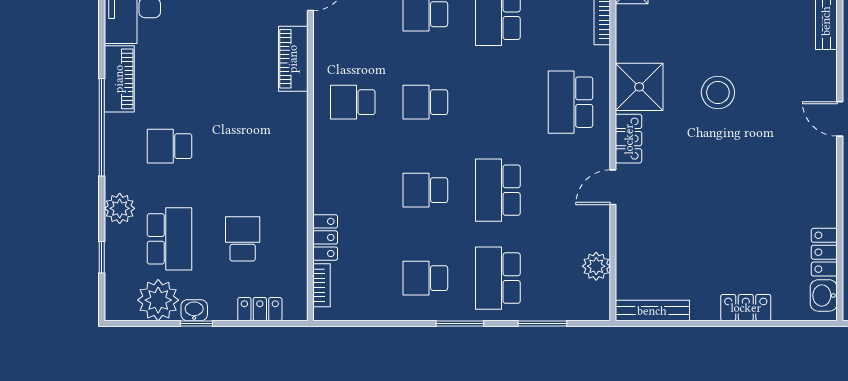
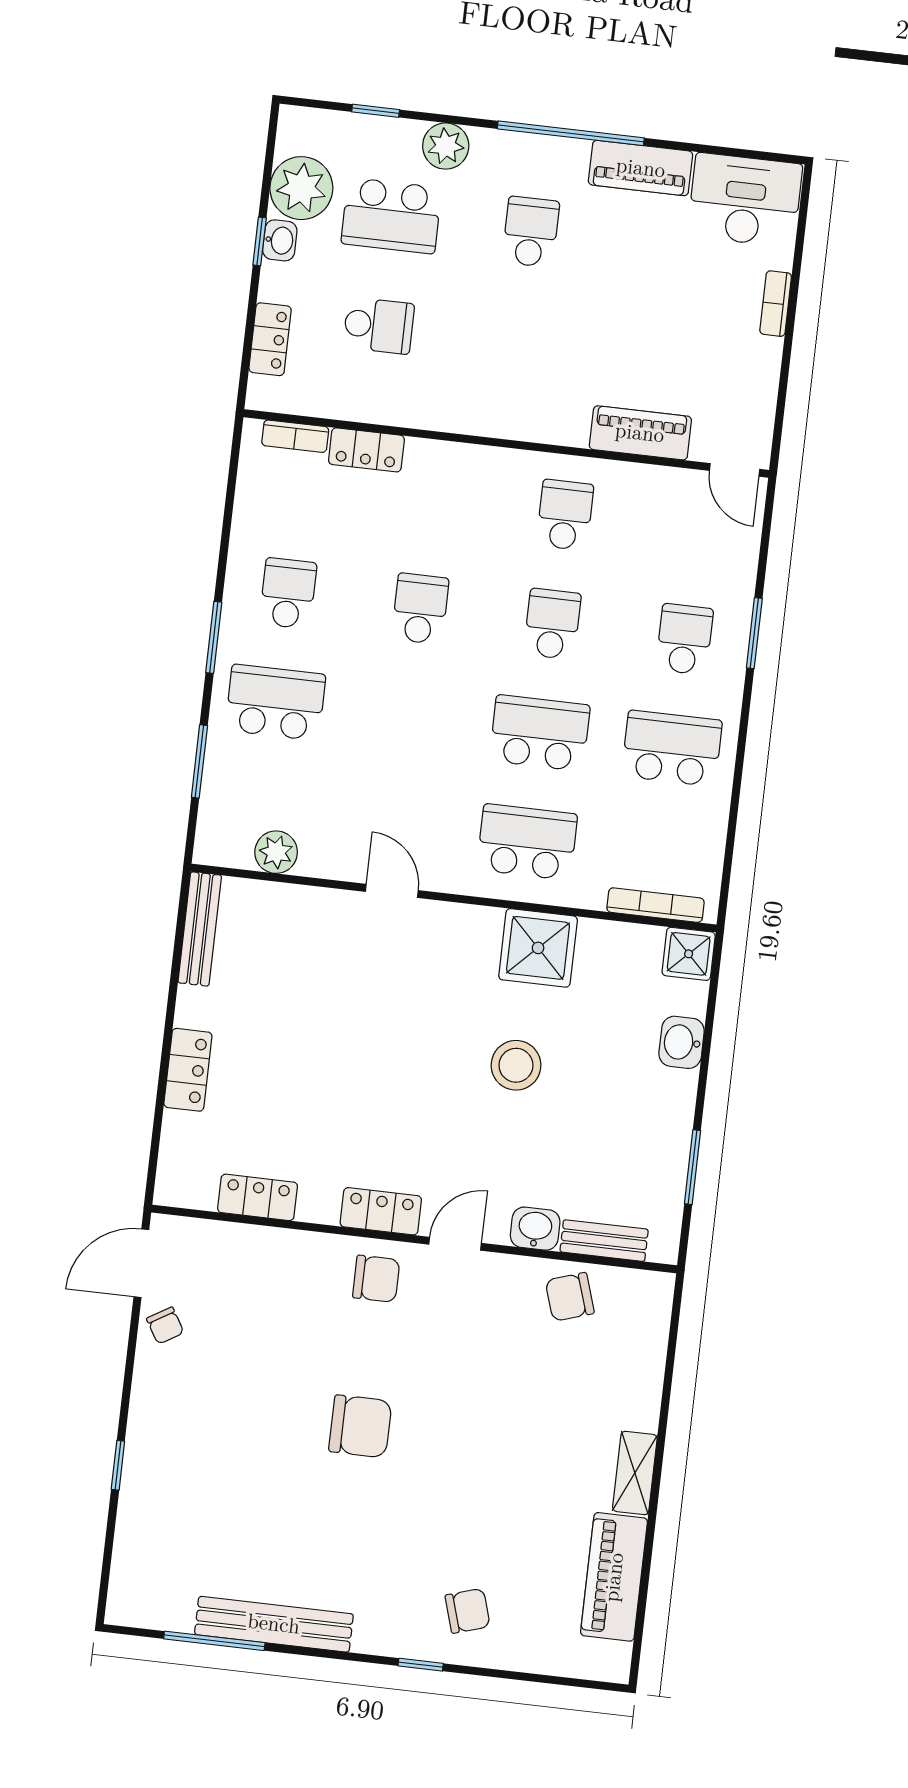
locker: (629, 139) -> (381, 1211), moved, turned 180
school desk: (498, 190) -> (540, 733), moved
washbasin: (824, 295) -> (535, 1229), moved

